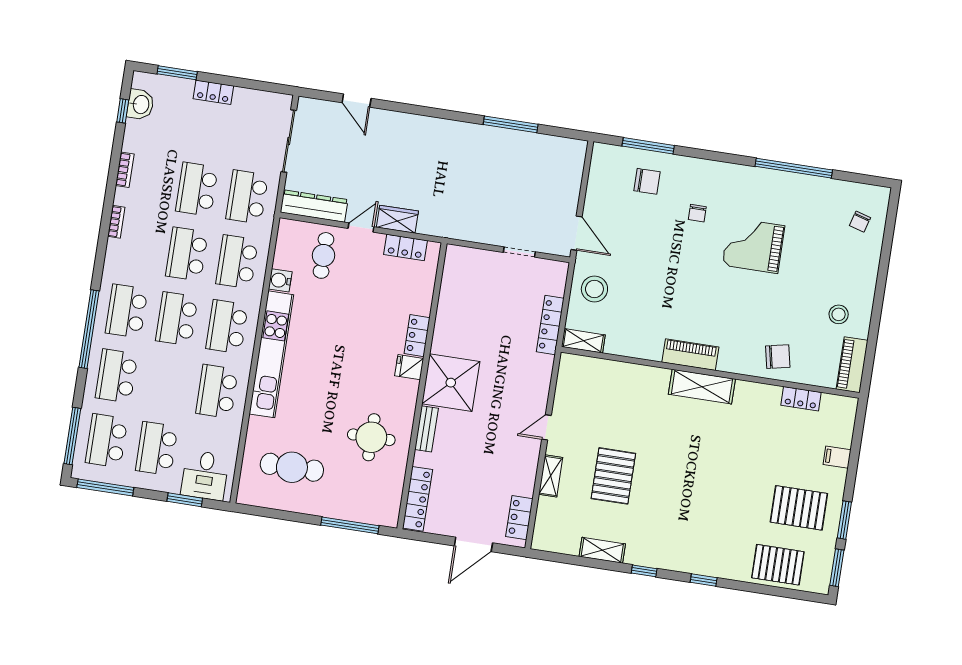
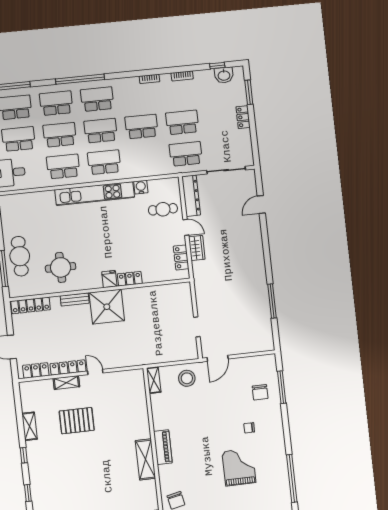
school desk: (237, 262) -> (60, 135), moved
locker: (550, 325) -> (68, 367), moved
cafe table: (292, 467) -> (20, 256), moved

